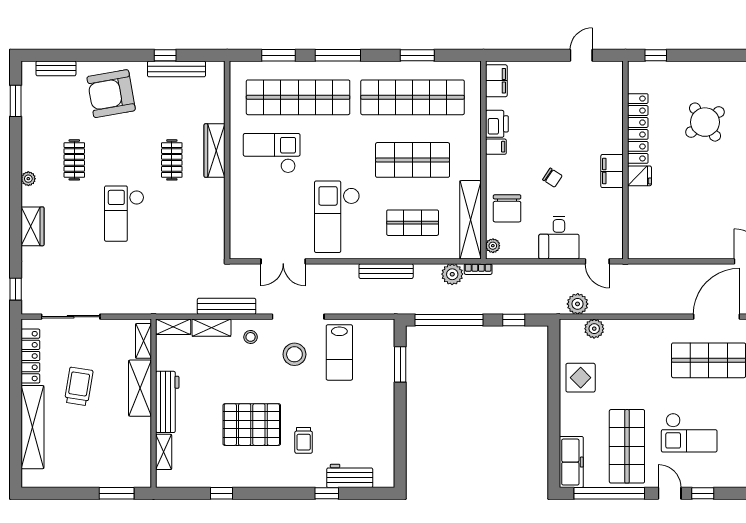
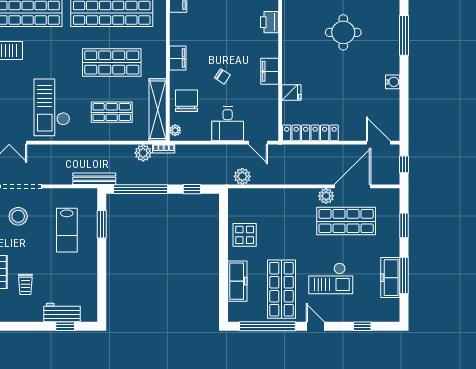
round table: (705, 122) -> (343, 32), turned 36
printer: (497, 124) -> (270, 22), moved, turned 180
locker: (638, 128) -> (310, 133), moved, turned -90
filing cabinet: (496, 147) -> (178, 58), width x2.00
fridge: (639, 176) -> (291, 93), moved
chair: (507, 208) -> (187, 101), turned 180
bench: (386, 271) -> (94, 179), moved
plant: (594, 329) -> (326, 196), moved
lab bench: (339, 352) -> (67, 230), moved
freezer: (571, 462) -> (237, 281), moved
window: (327, 493) -> (65, 326), moved
window: (703, 493) -> (362, 326), moved

